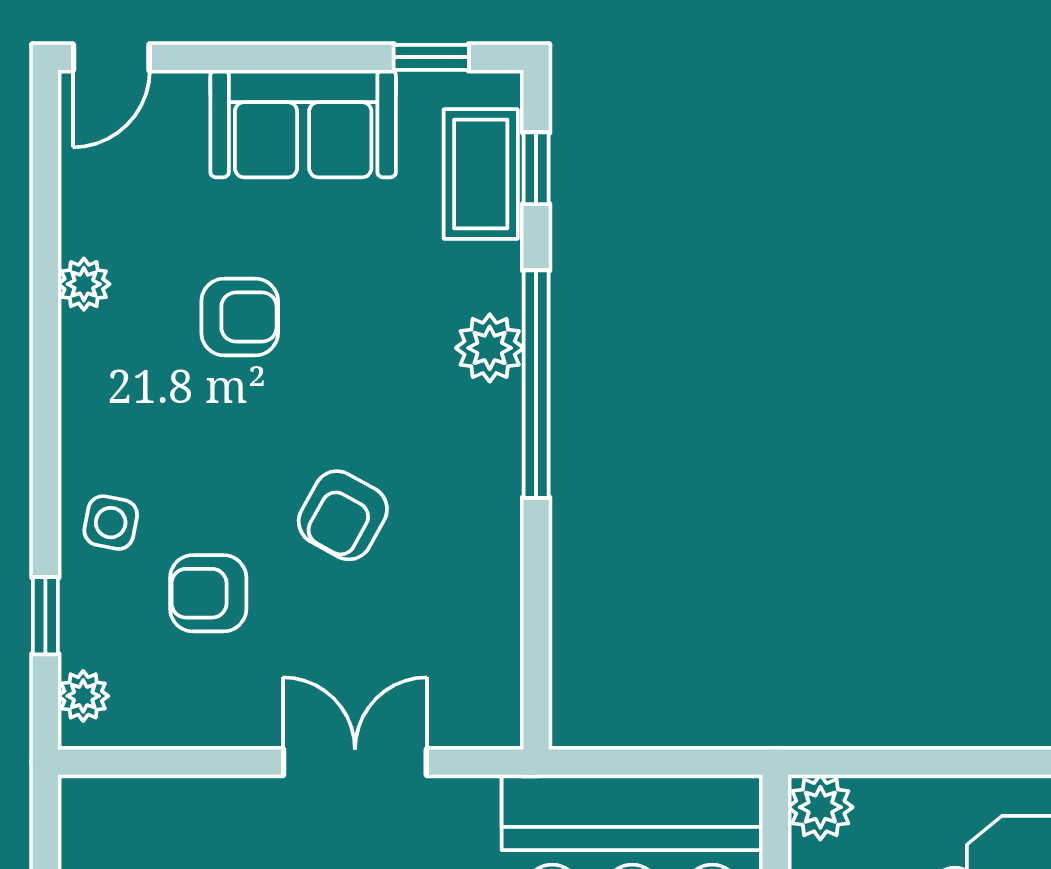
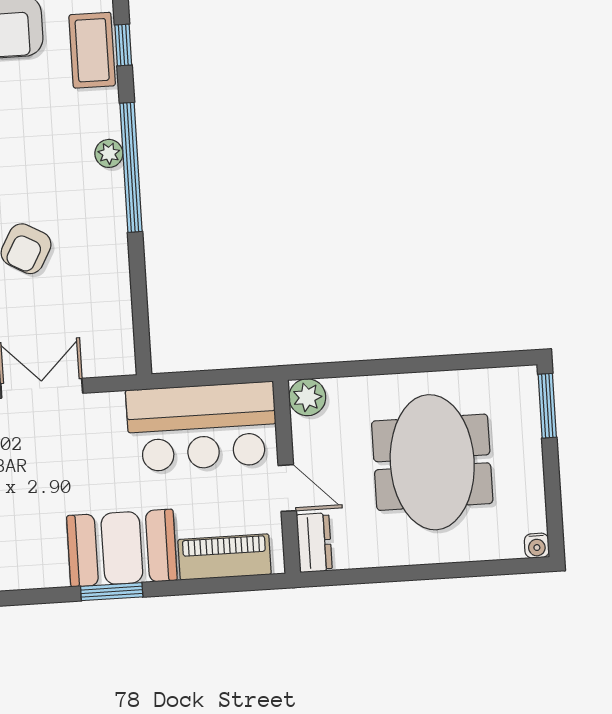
plant: (490, 348) -> (109, 153), width x0.73, depth x0.73

